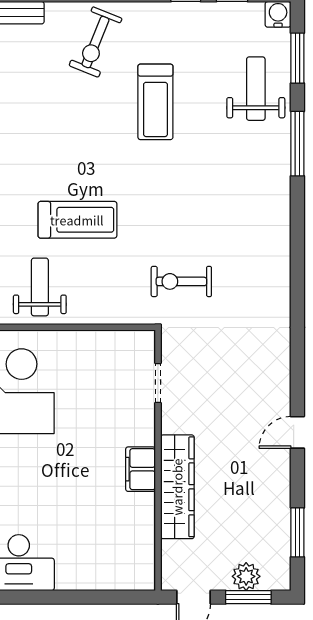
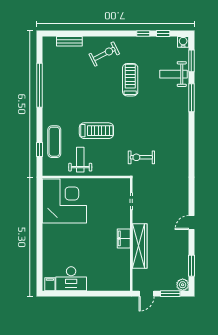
exercise bike: (96, 42) -> (104, 54), turned -139
weight bench: (256, 89) -> (174, 74), turned -90
treadmill: (155, 102) -> (130, 80), turned 180
plant: (246, 576) -> (183, 285), moved

